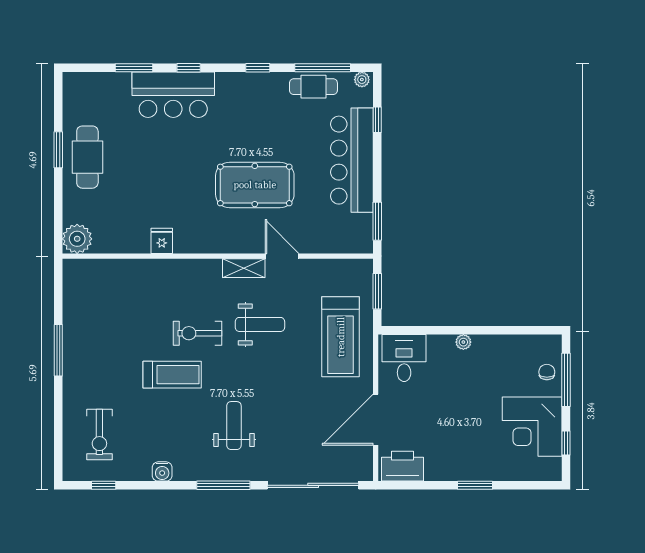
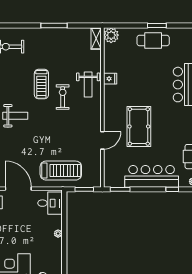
shelving: (244, 268) -> (96, 39), moved
weight bench: (260, 324) -> (88, 84), moved
treadmill: (341, 337) -> (61, 171), turned 180

